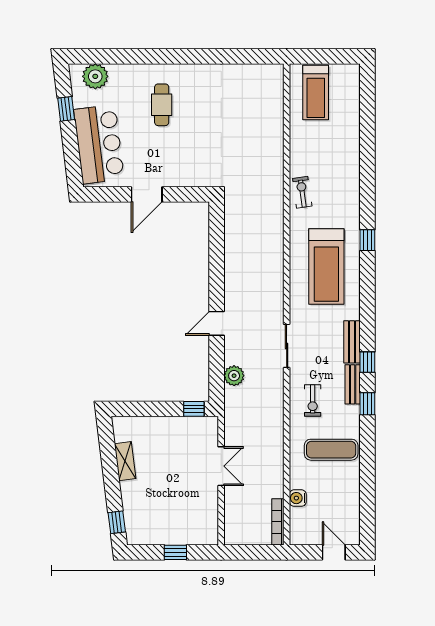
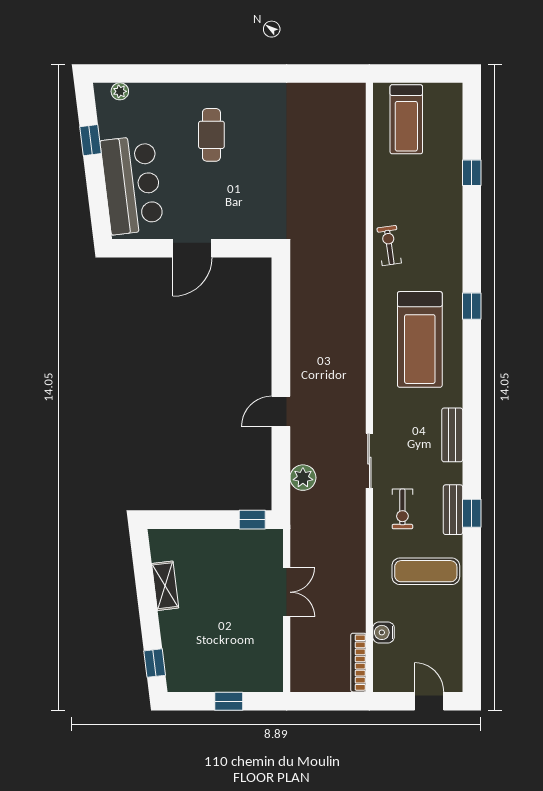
plant: (95, 76) -> (120, 91), width x0.53, depth x0.53
sliding door: (287, 346) -> (369, 461), moved
window: (367, 362) -> (472, 173), moved
bench: (353, 384) -> (453, 510), moved

